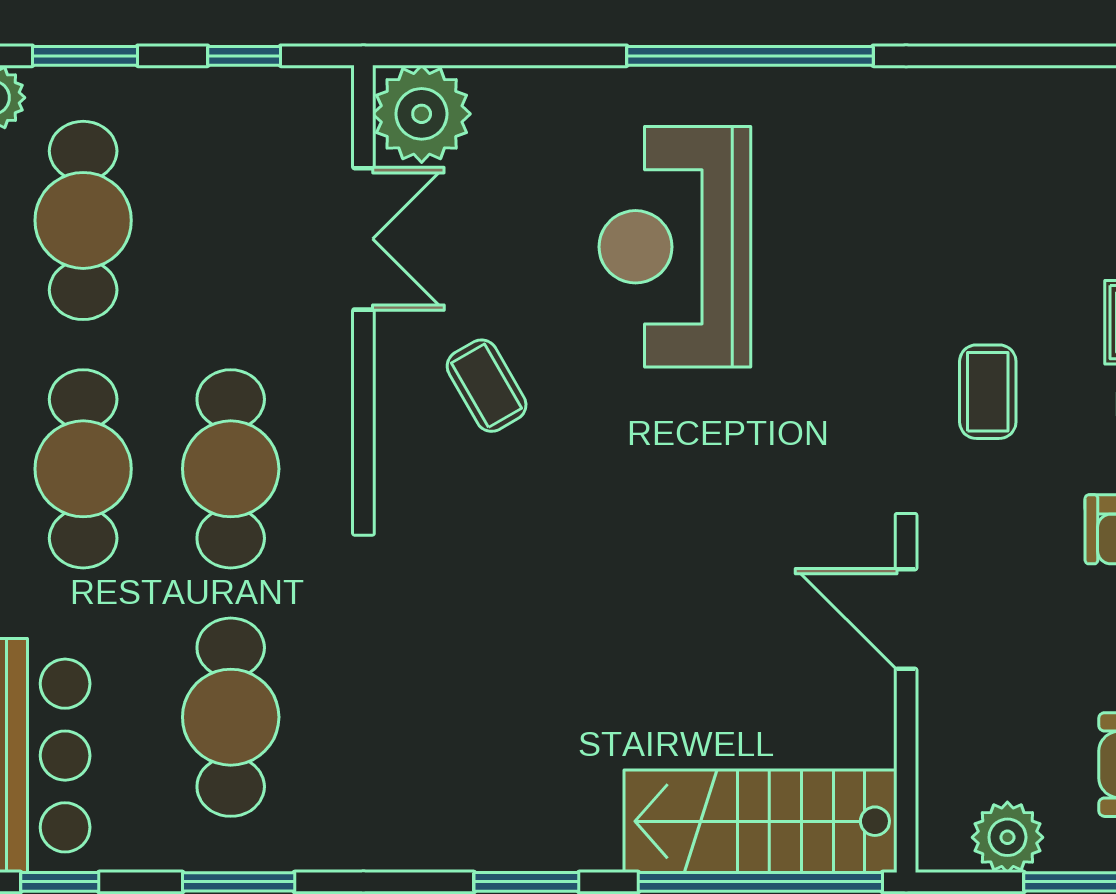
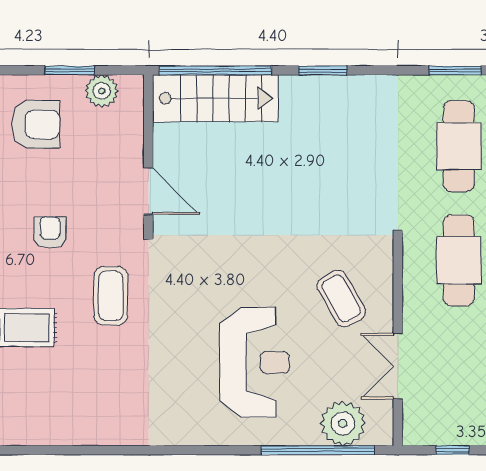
window: (750, 56) -> (318, 450), moved
plant: (422, 114) -> (343, 423), moved
coffee table: (487, 386) -> (341, 299), width x1.36, depth x1.30
coffee table: (988, 392) -> (111, 296), width x1.36, depth x1.30

